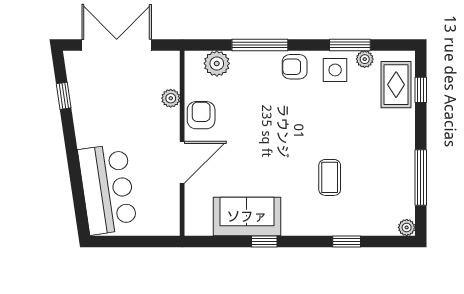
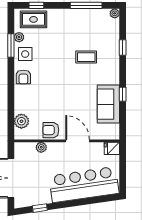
window: (260, 45) -> (11, 97), removed
bar counter: (107, 189) -> (84, 185), width x1.36
fridge: (169, 223) -> (112, 148), added

